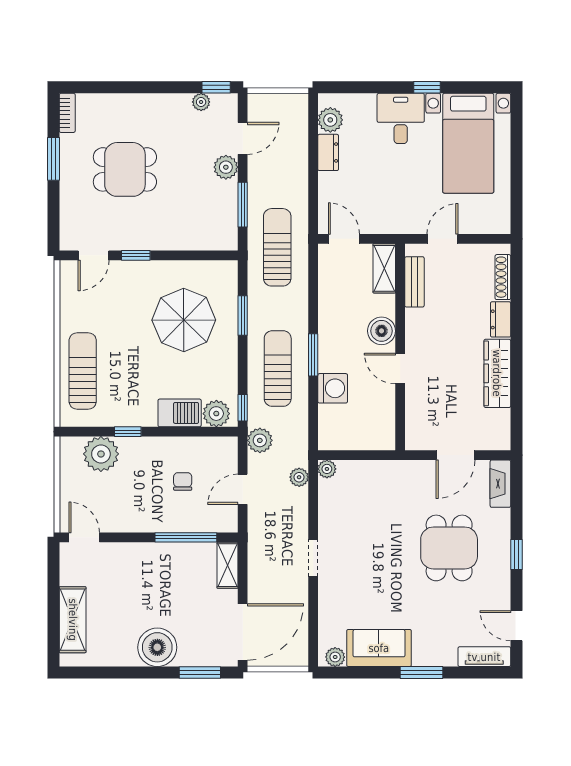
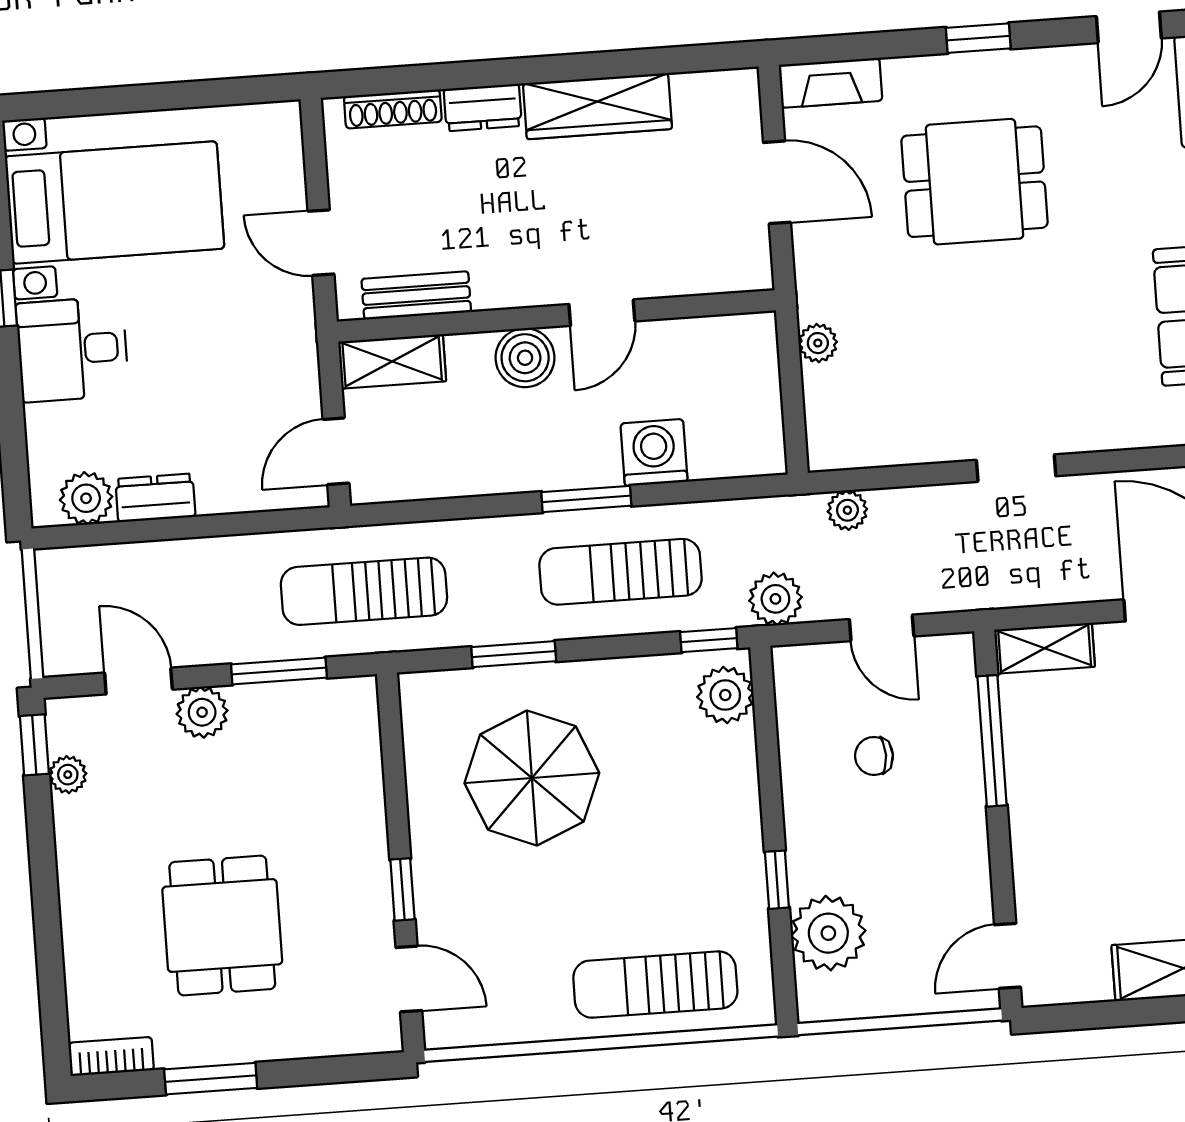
barbecue: (180, 413) -> (729, 773), removed
plant: (327, 469) -> (818, 343), moved

